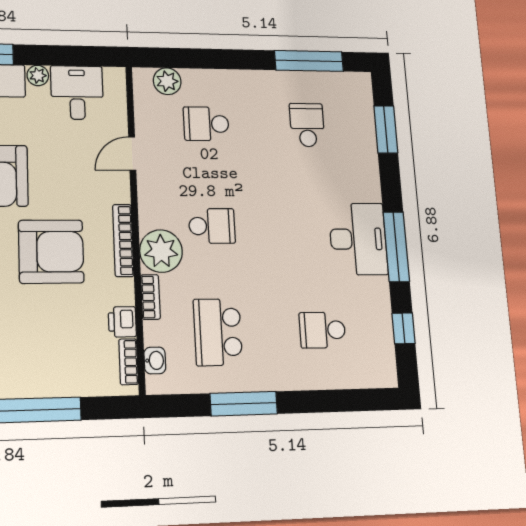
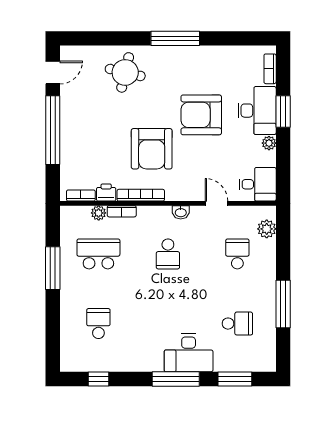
window: (309, 61) -> (283, 304), moved
desk: (77, 93) -> (258, 184), moved
desk: (358, 239) -> (189, 353), moved
bookcase: (123, 240) -> (141, 195), moved
window: (396, 247) -> (176, 379), moved
plant: (161, 251) -> (99, 213), moved, width x0.53, depth x0.53
washbasin: (155, 360) -> (181, 212), moved

